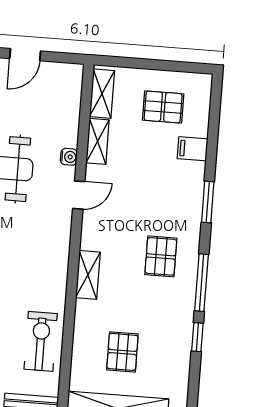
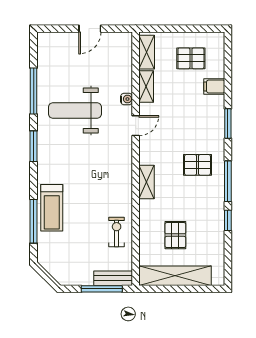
pallet: (161, 256) -> (197, 165), turned 90
exercise bike: (41, 341) -> (117, 232), width x0.73, depth x0.72

